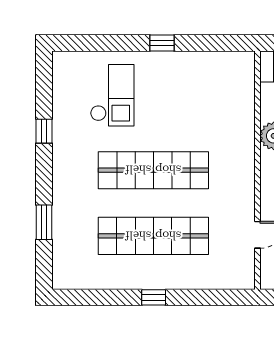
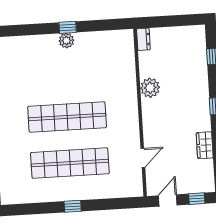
plant: (159, 62) -> (66, 41), added
checkout: (112, 95) -> (35, 66), removed

